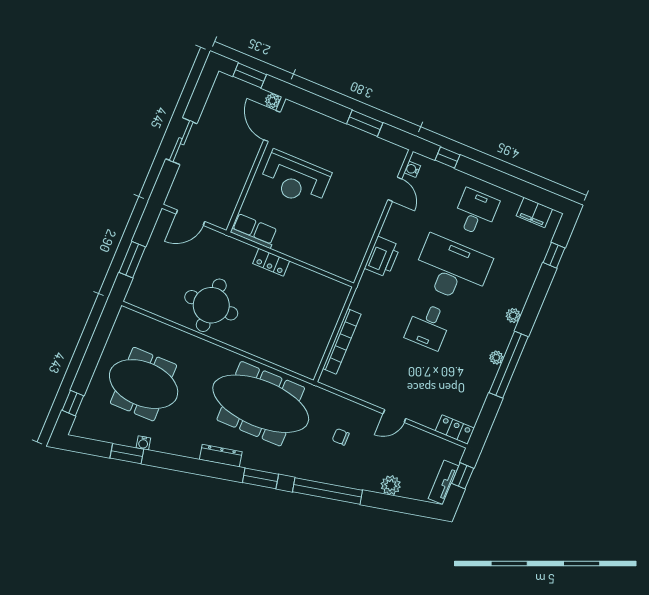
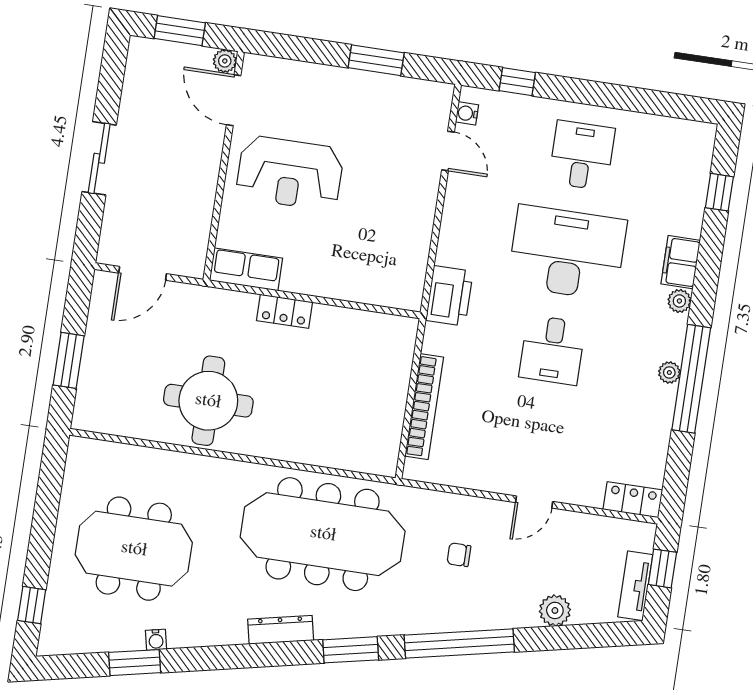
filing cabinet: (534, 212) -> (681, 262), moved, turned 90
printer: (382, 257) -> (449, 296), moved

